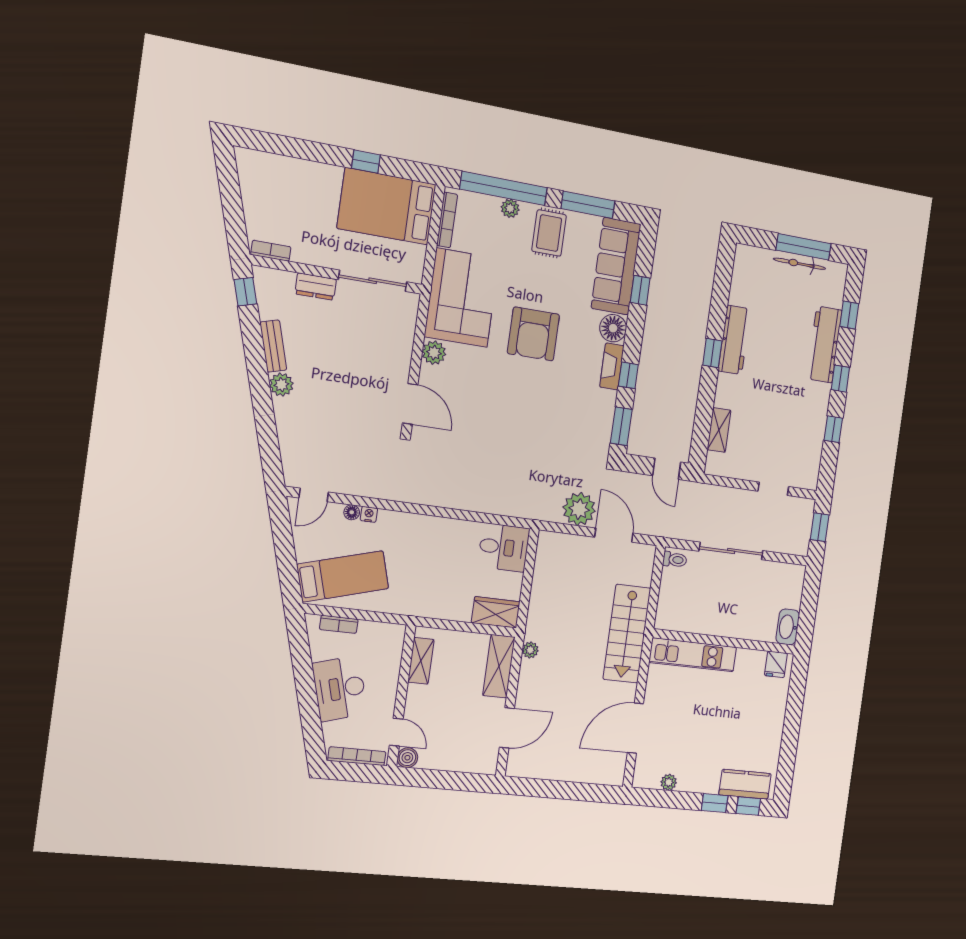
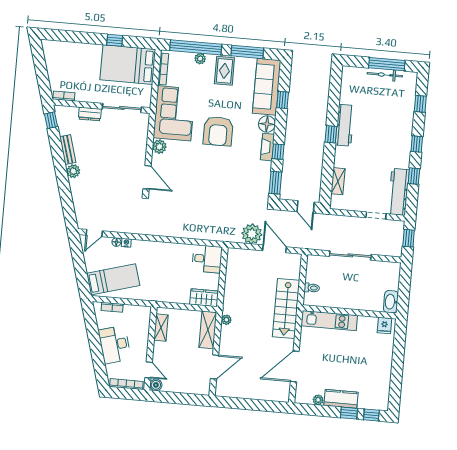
workbench: (824, 344) -> (399, 192), moved
toilet: (675, 560) -> (312, 288), moved
kitchen counter: (745, 784) -> (341, 399), moved

